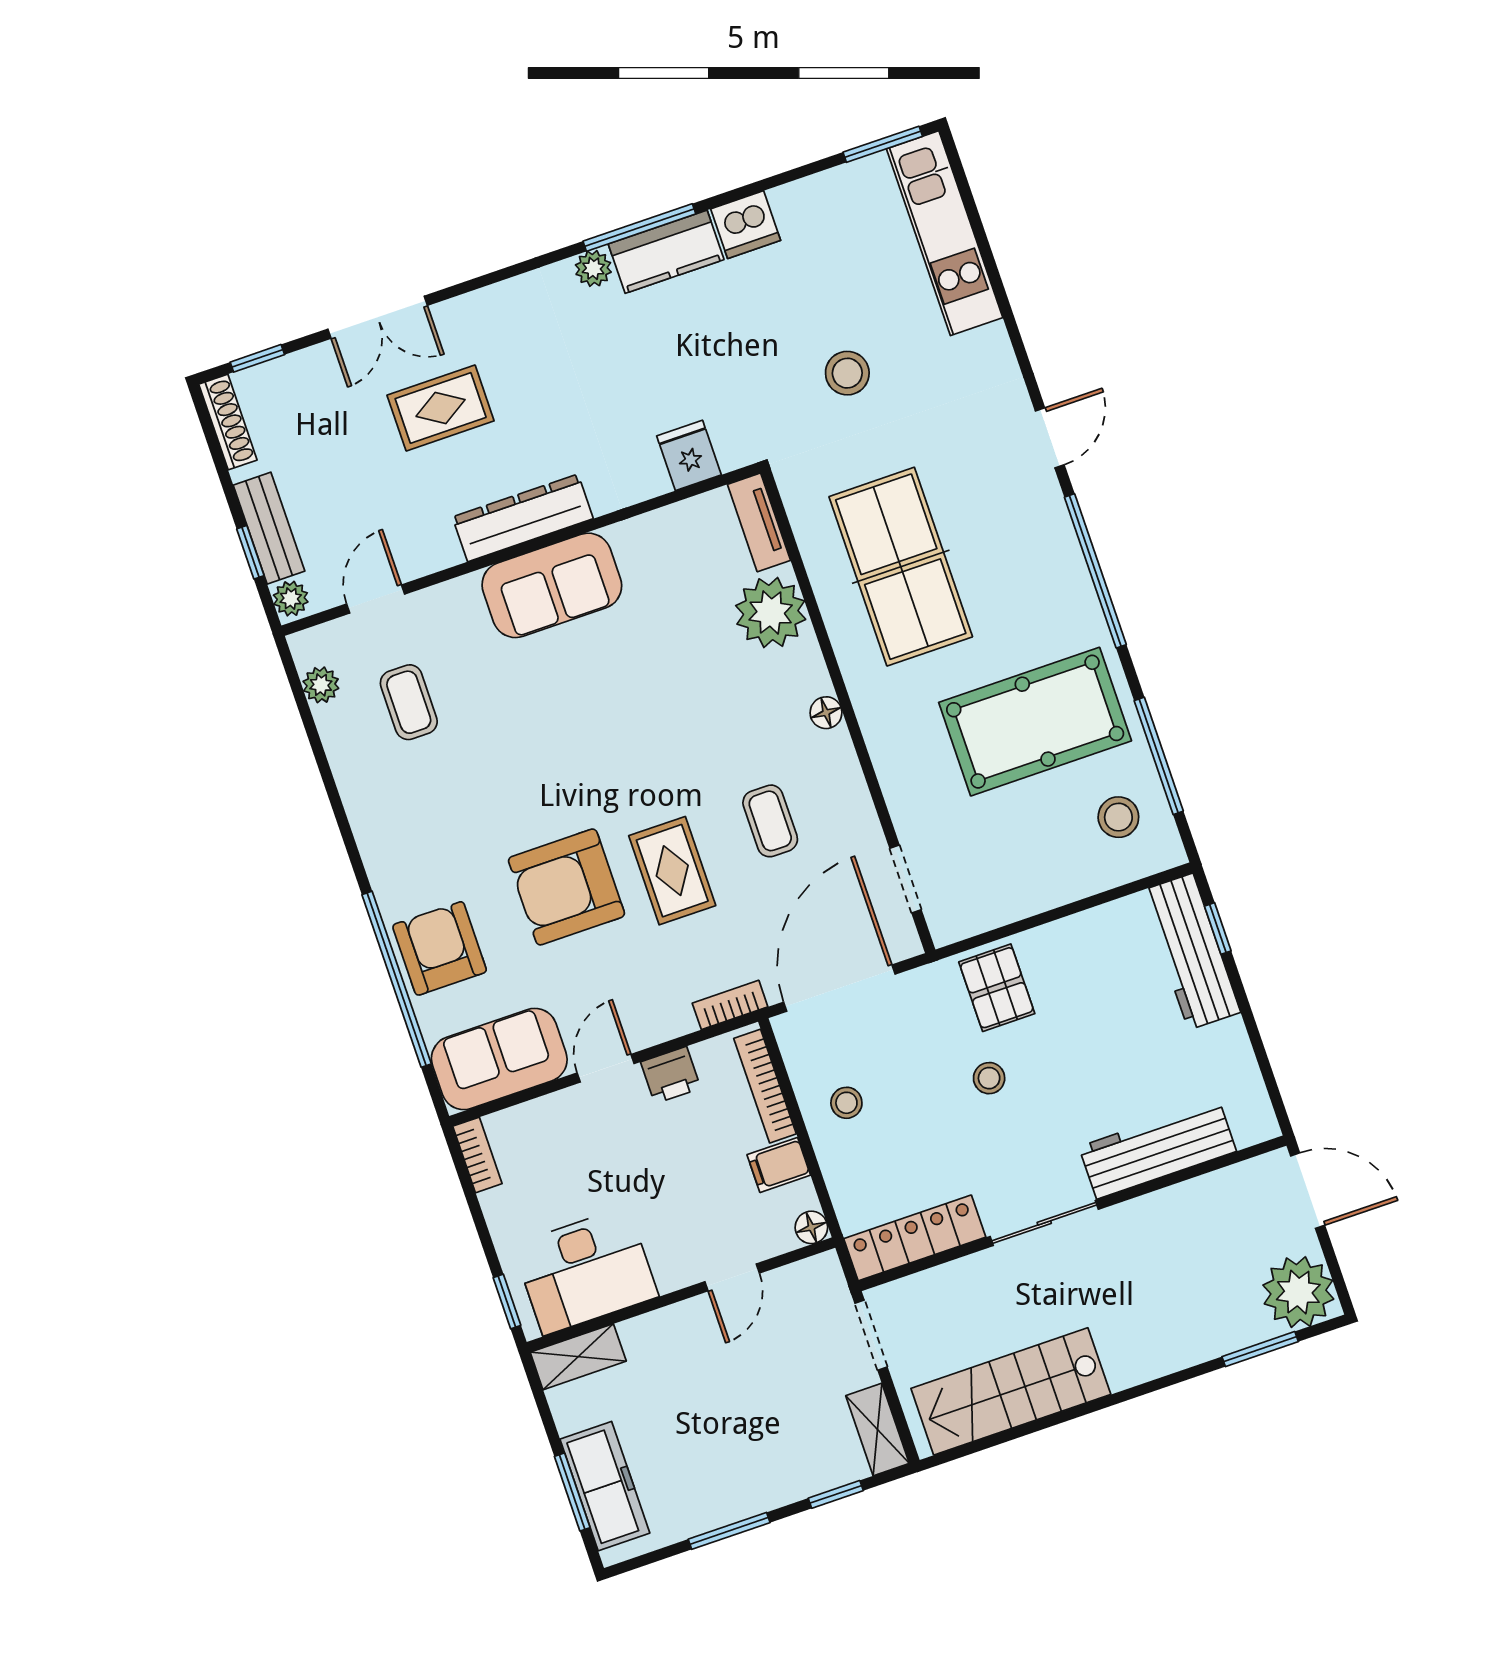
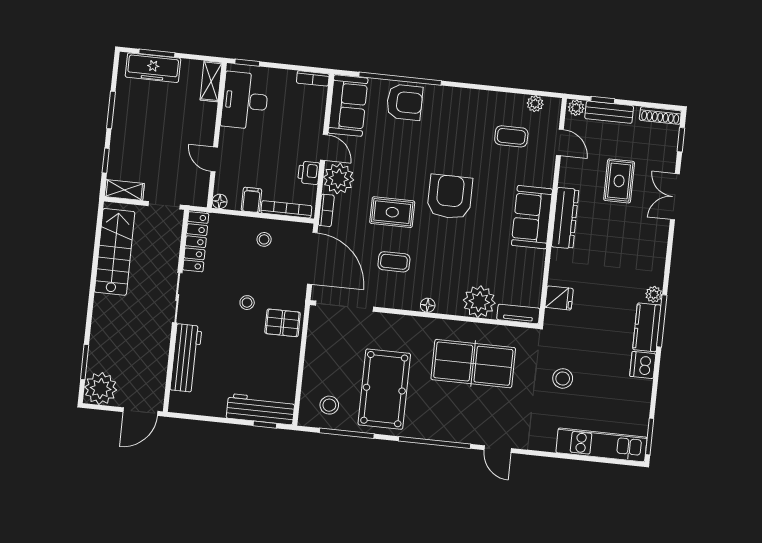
rug: (441, 408) -> (619, 181), moved
doorway: (905, 879) -> (344, 306), width x1.88
armchair: (566, 887) -> (450, 197), moved
plant: (655, 1010) -> (339, 179), added

